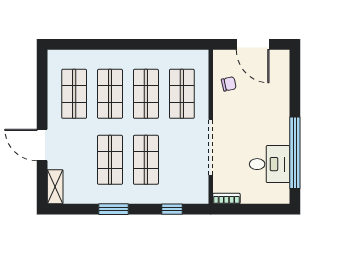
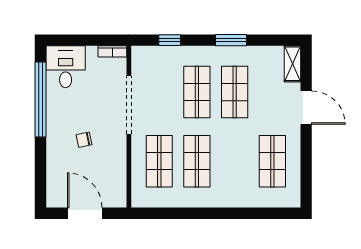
chair: (229, 84) -> (84, 140), moved
shop shelf: (110, 94) -> (235, 161), removed
desk: (270, 164) -> (66, 67), moved, turned 90

